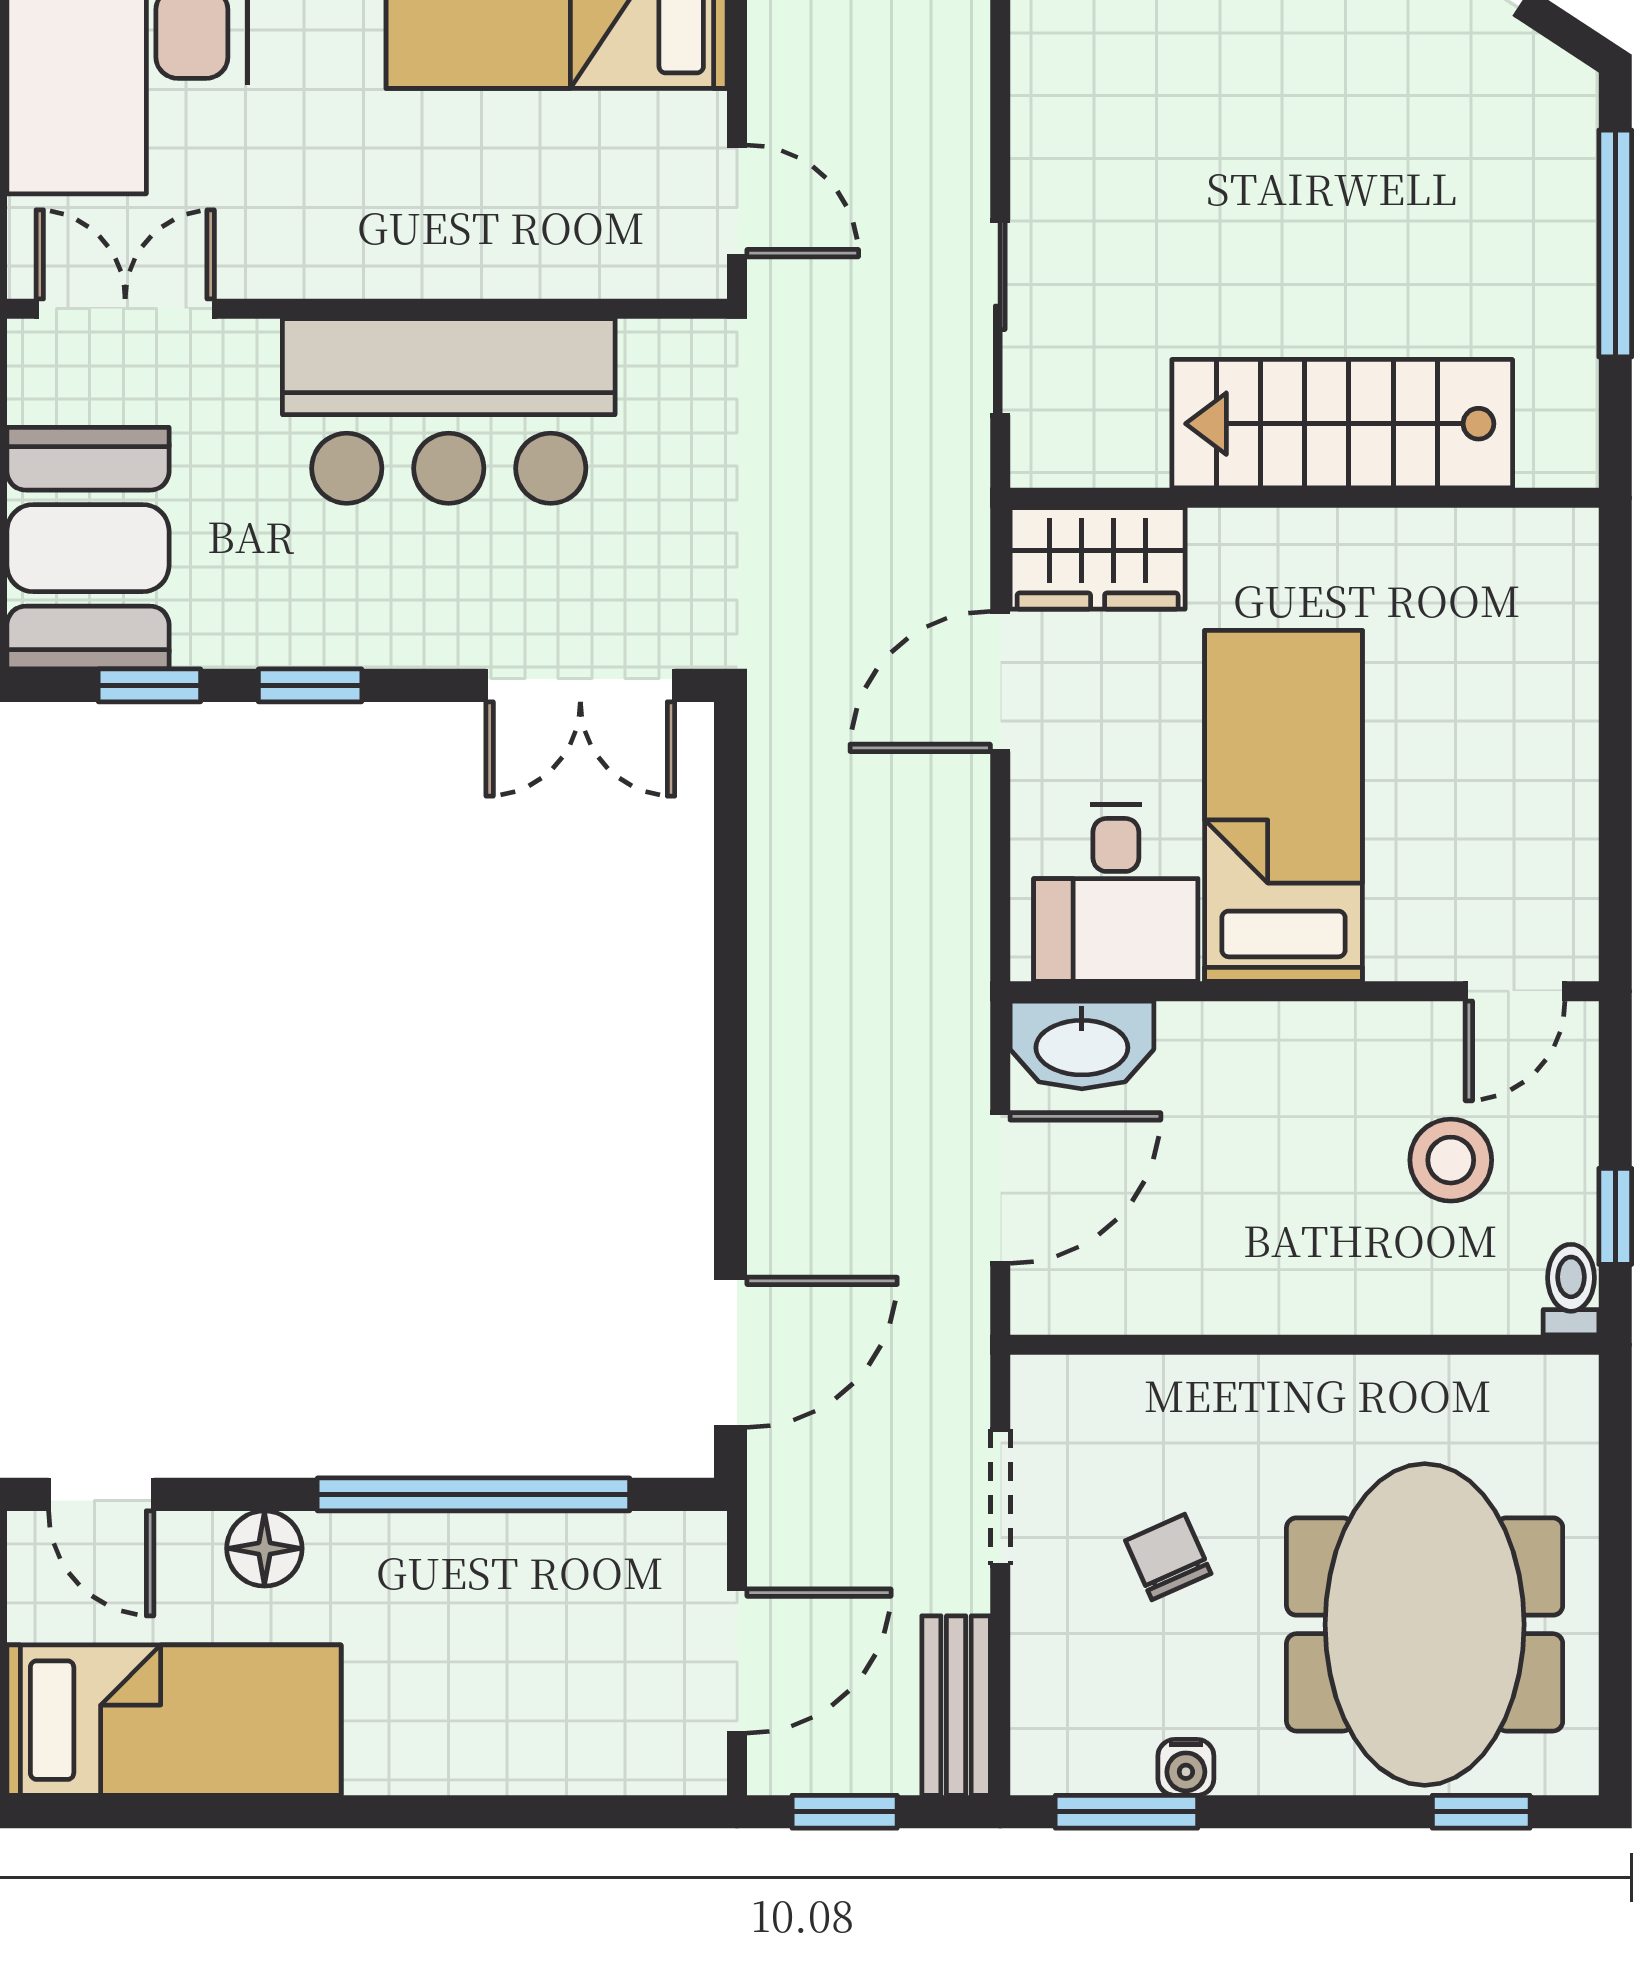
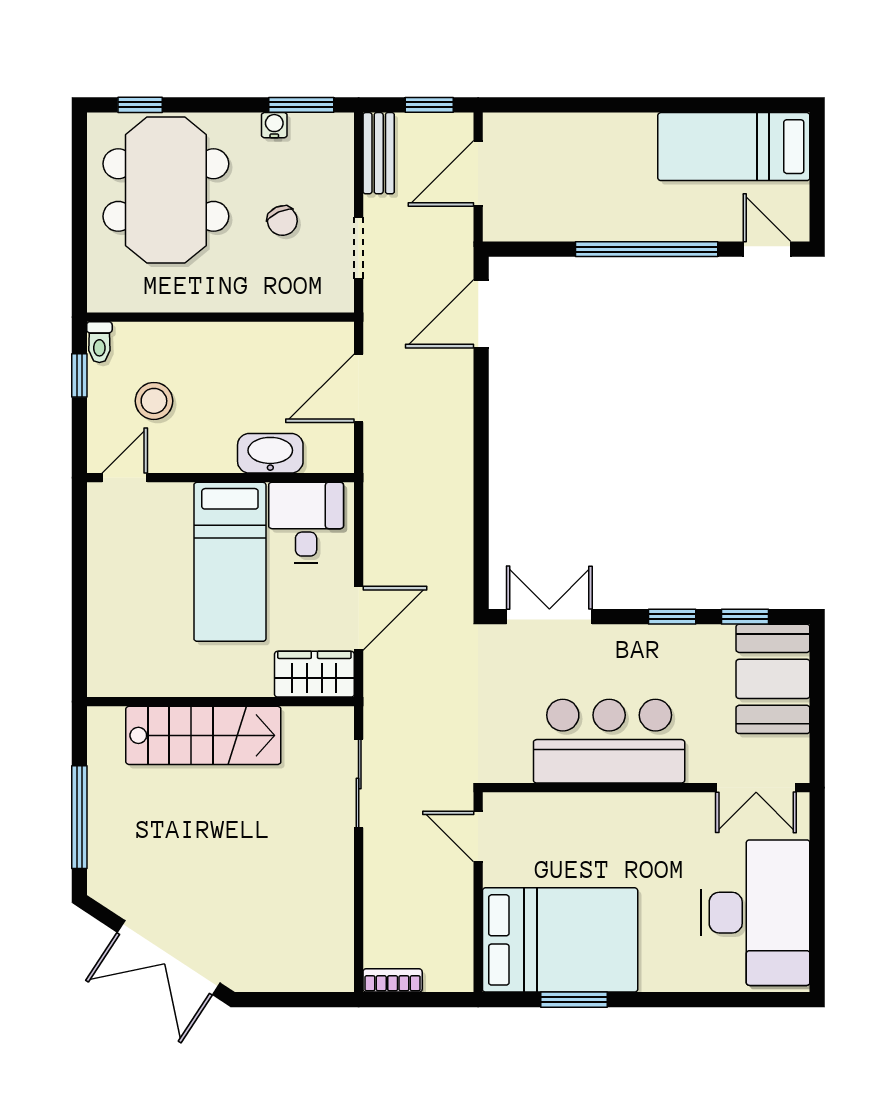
washbasin: (1082, 1045) -> (270, 453), moved
window: (473, 1494) -> (647, 249), moved
floor lamp: (264, 1548) -> (693, 225), removed

